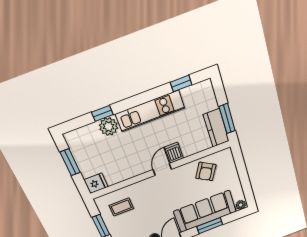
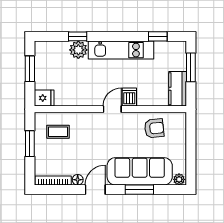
window: (227, 119) -> (191, 67), moved
armchair: (206, 171) -> (154, 128), turned -126

